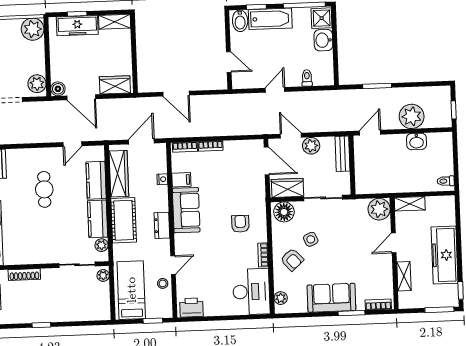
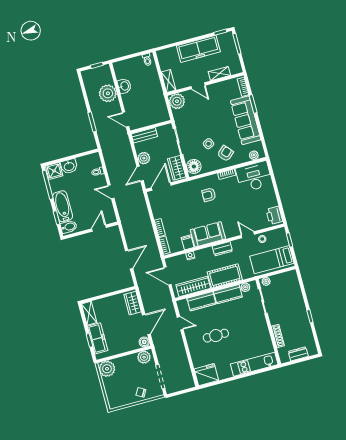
sofa: (331, 298) -> (246, 120), width x1.36

